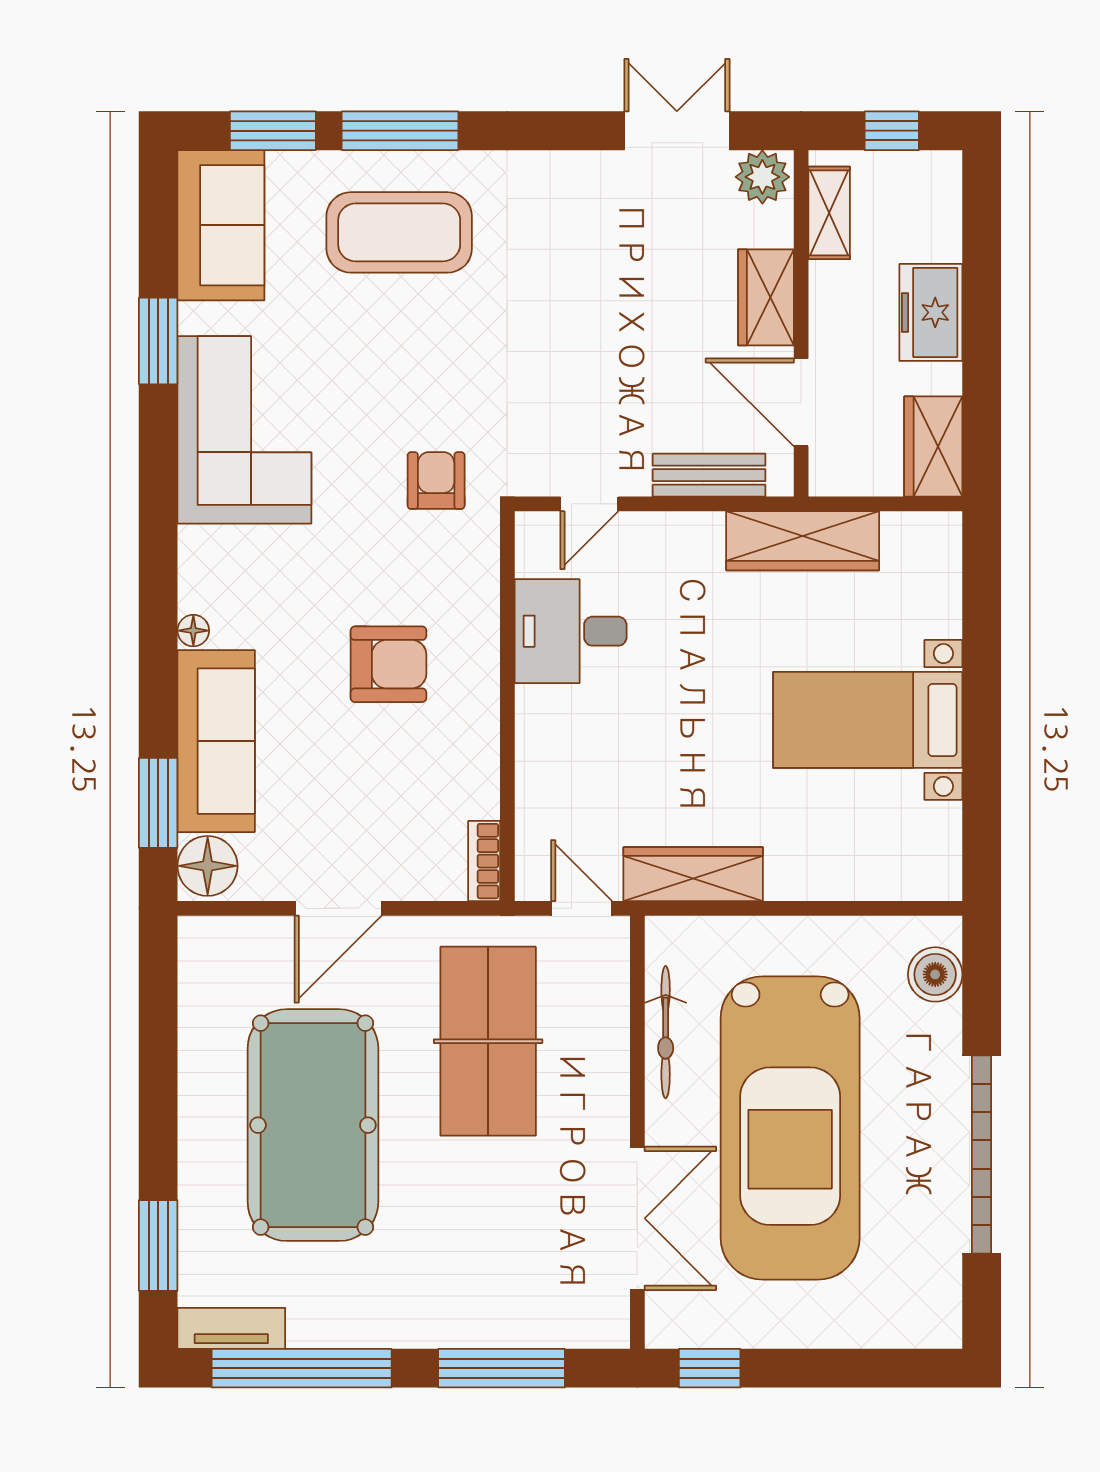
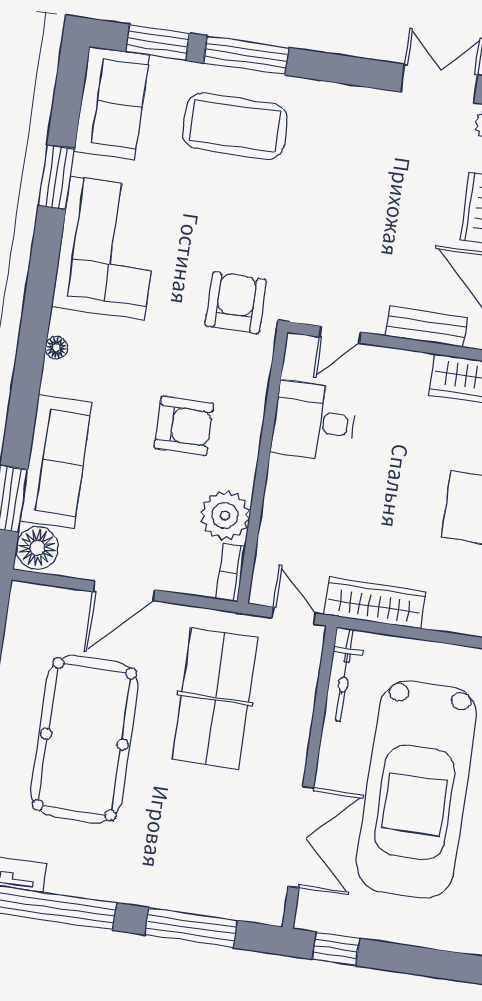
armchair: (436, 481) -> (236, 303), width x1.38, depth x1.38
floor lamp: (193, 631) -> (56, 348), moved
plant: (465, 782) -> (225, 515), added
bicycle: (666, 1032) -> (345, 675), moved

